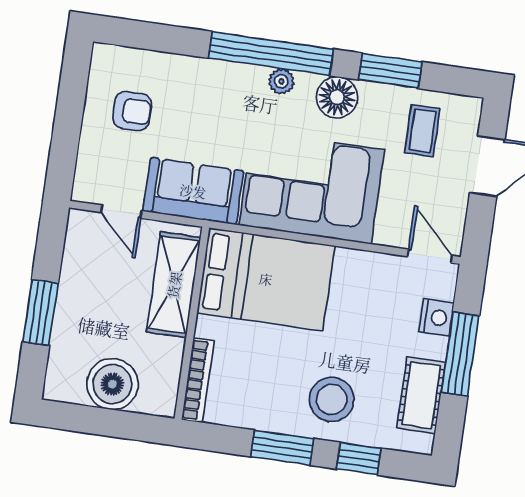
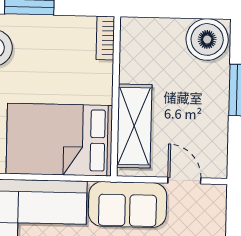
bookcase: (198, 380) -> (105, 38), width x0.64
boiler: (112, 384) -> (207, 39), moved

